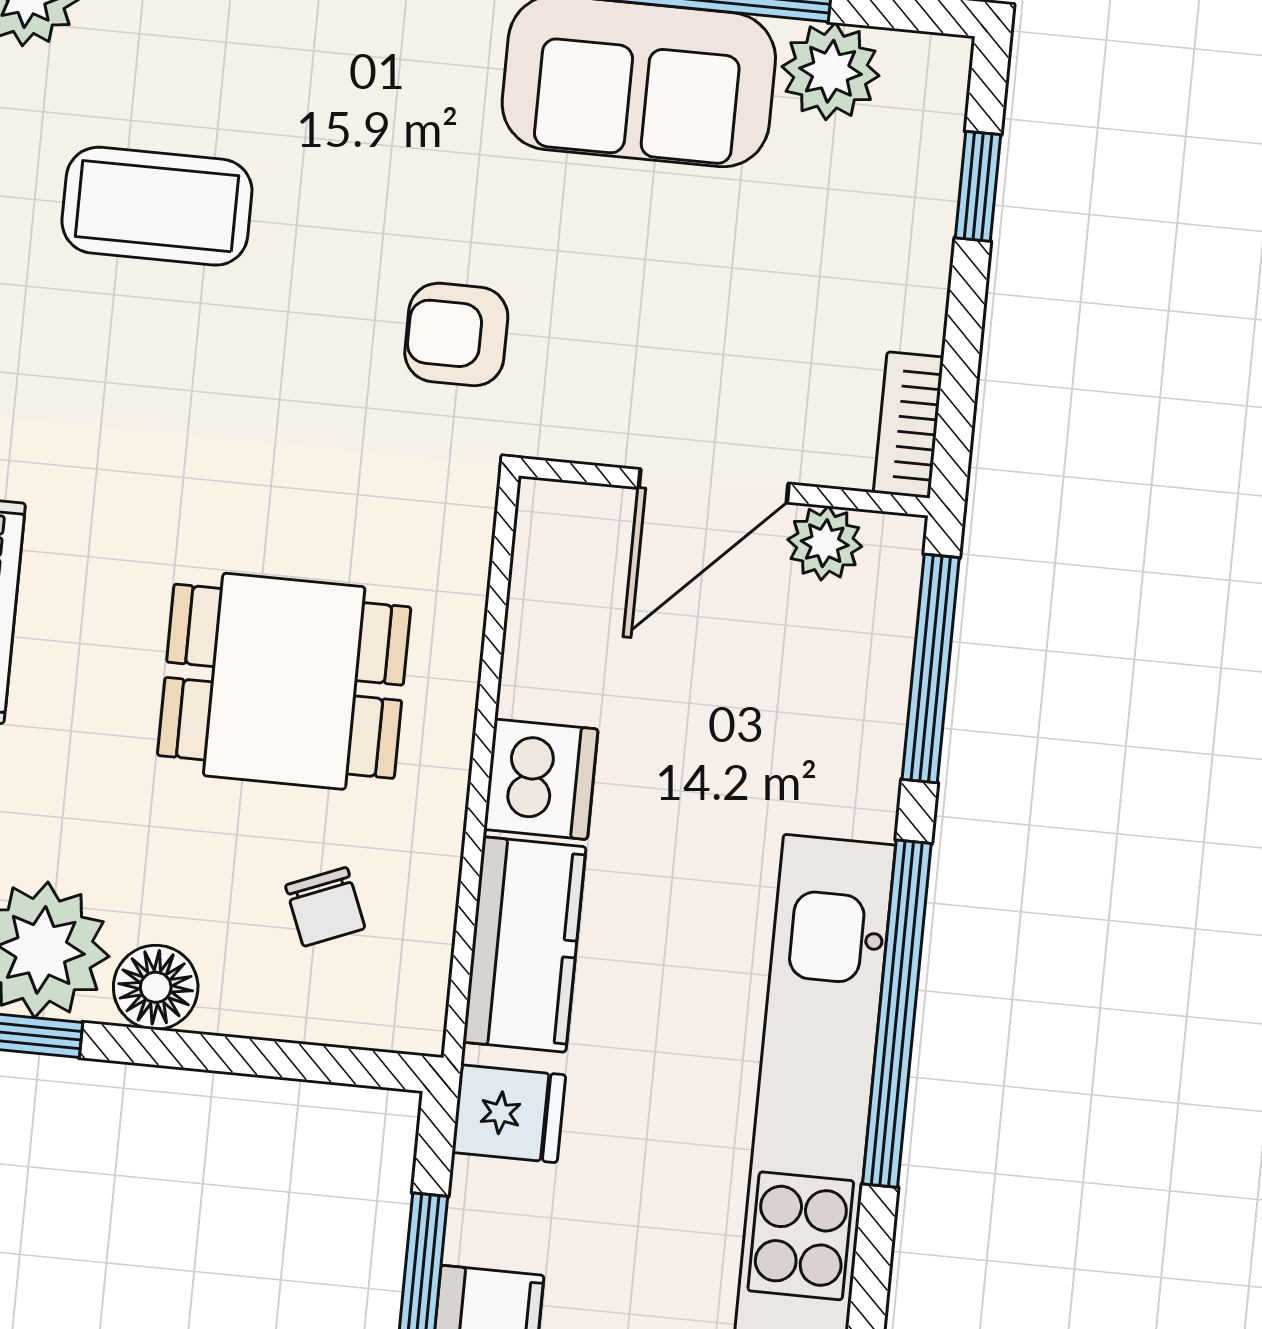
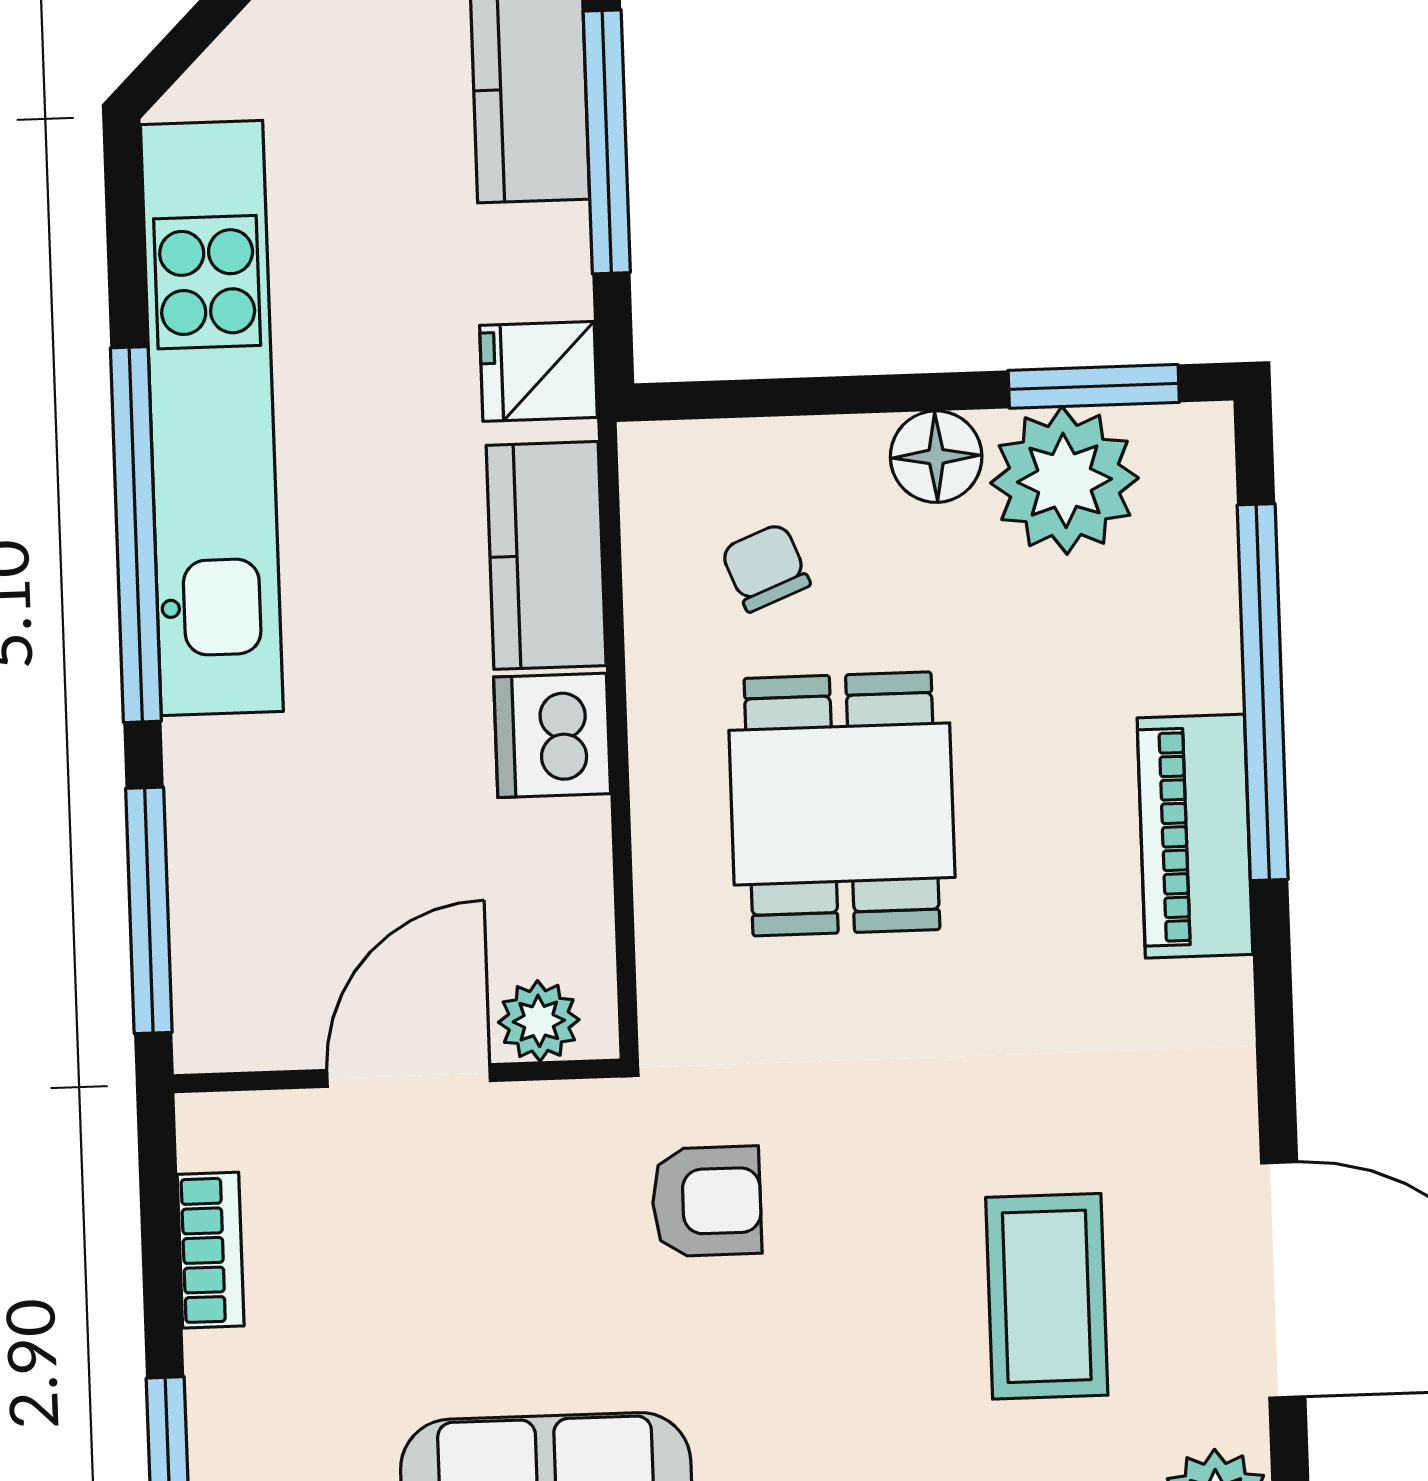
coffee table: (157, 206) -> (1047, 1296), turned 90
bookcase: (908, 425) -> (211, 1250), moved
plant: (825, 543) -> (539, 1021), moved
dining table: (284, 681) -> (842, 804), turned 90

